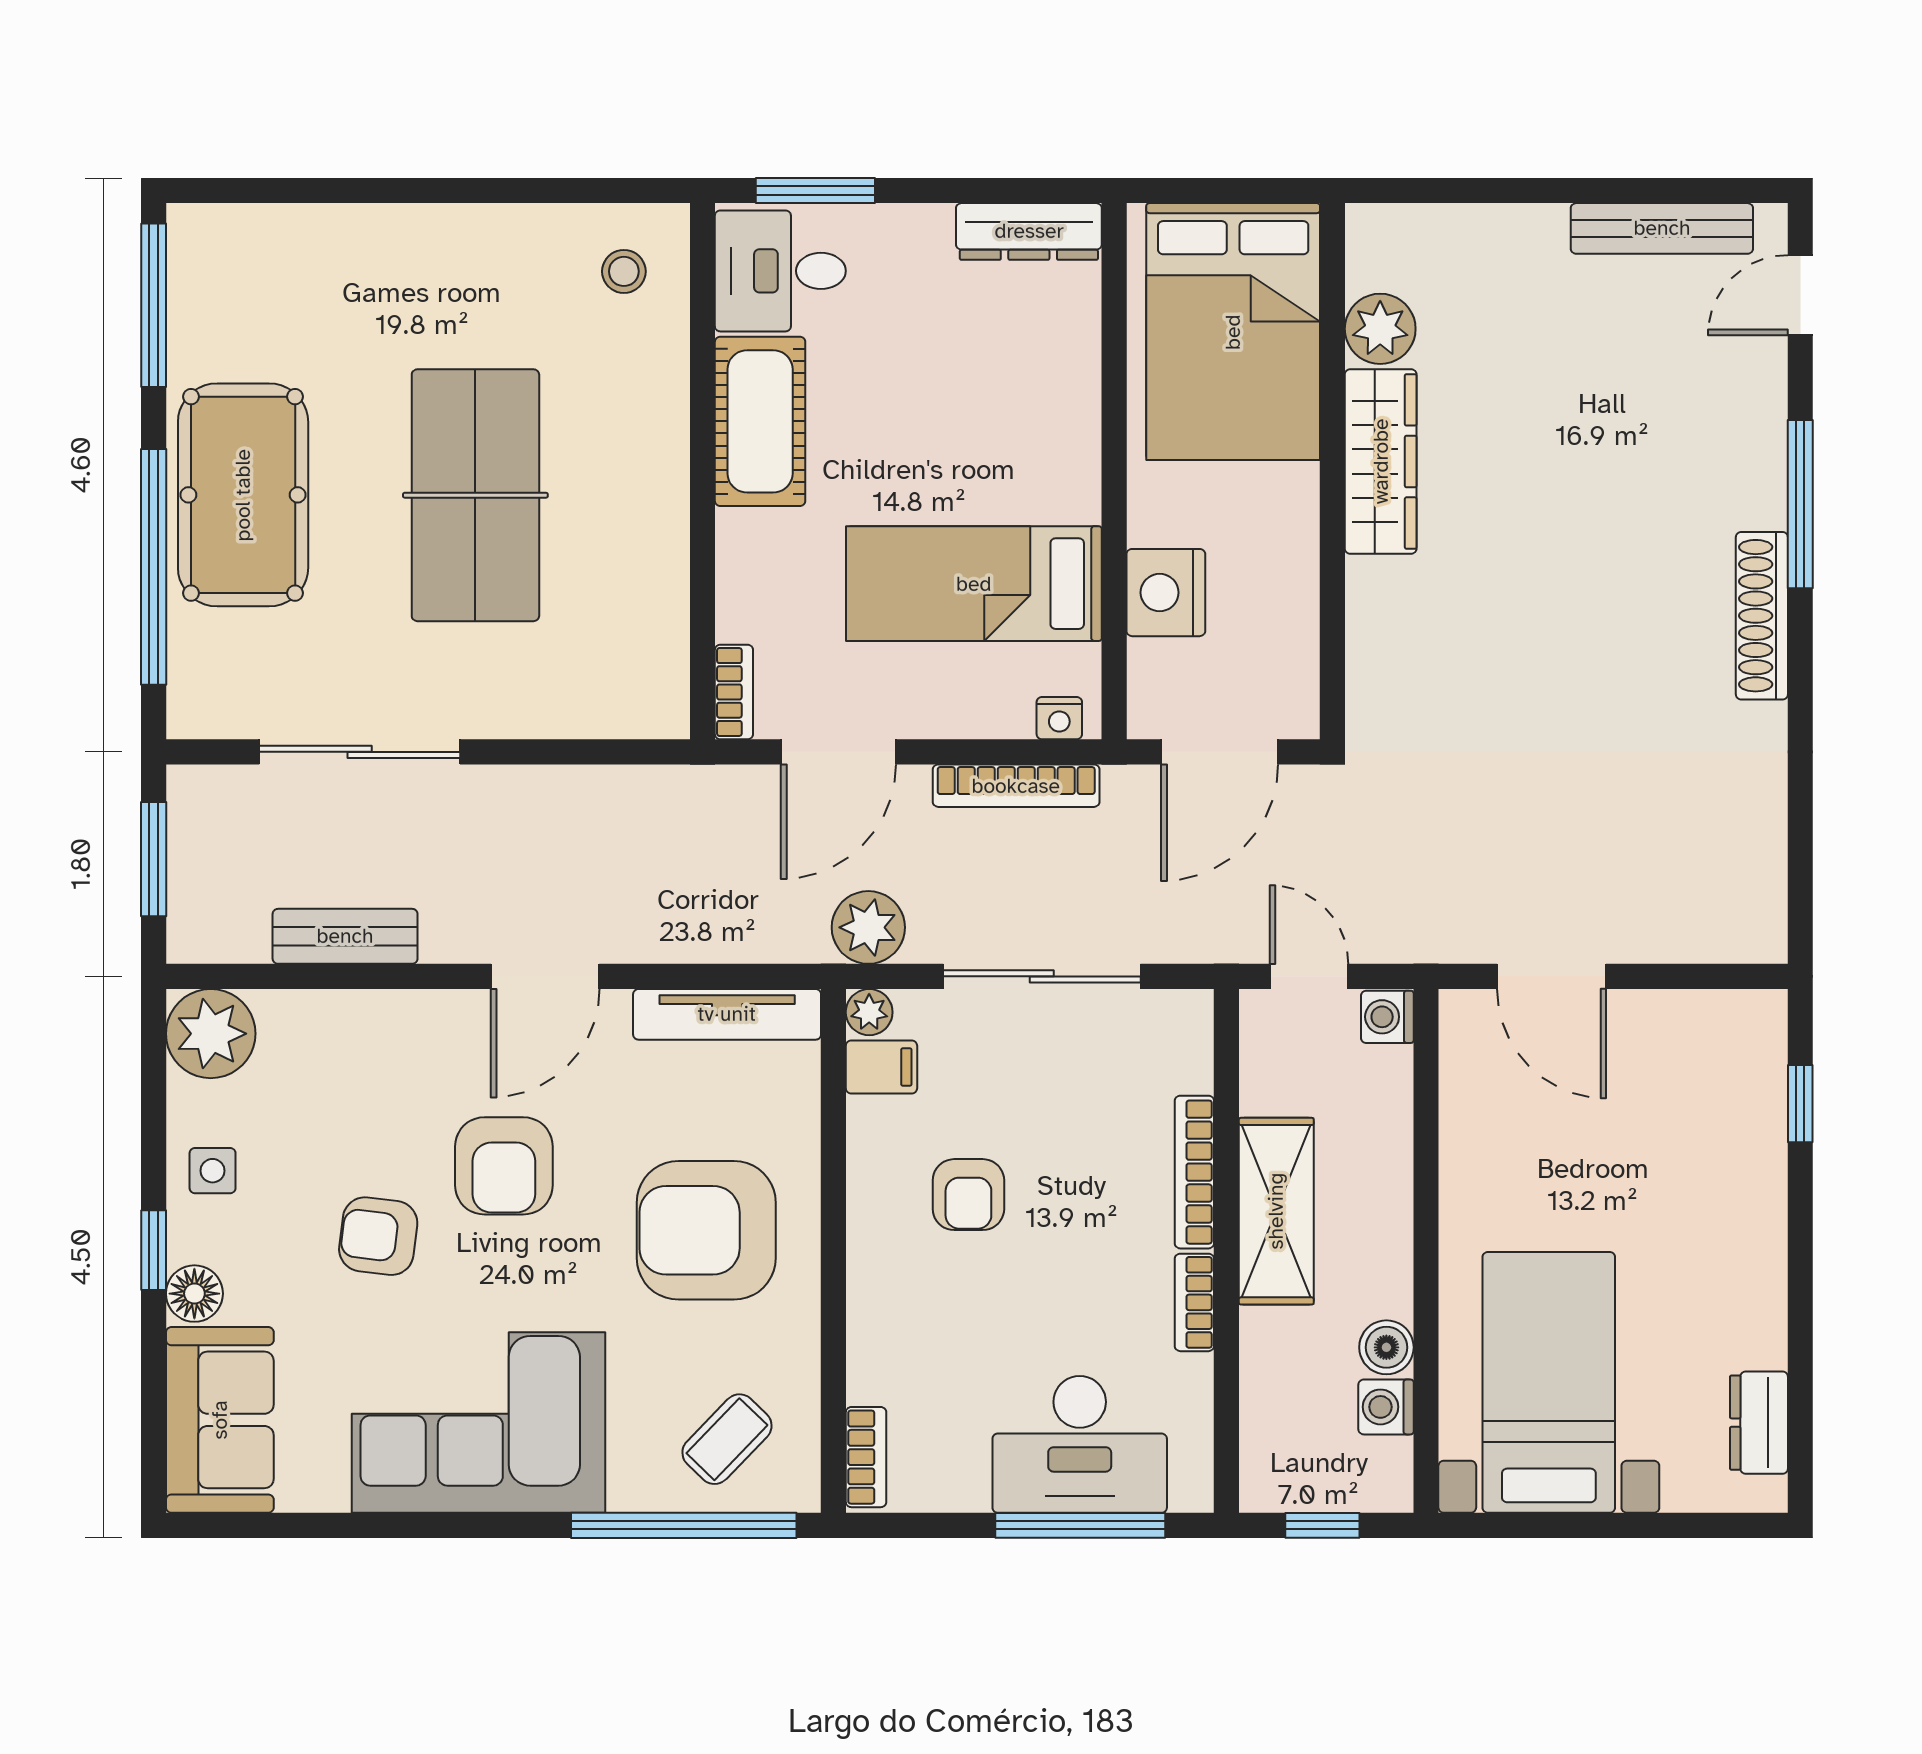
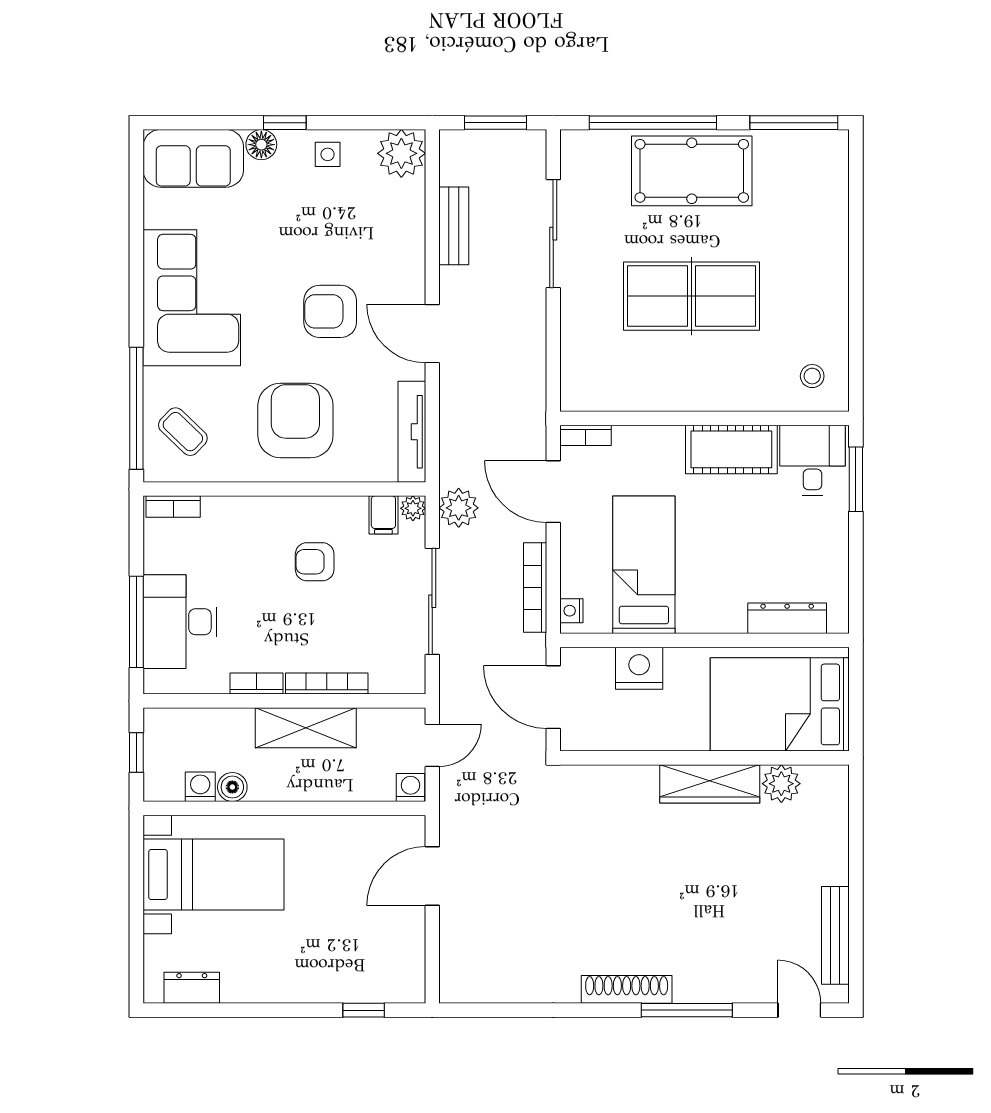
dresser: (1029, 231) -> (787, 618), moved, turned 90
armchair: (378, 1236) -> (292, 244), removed

